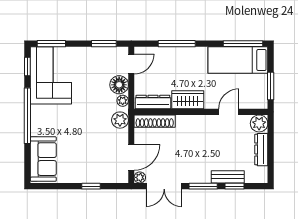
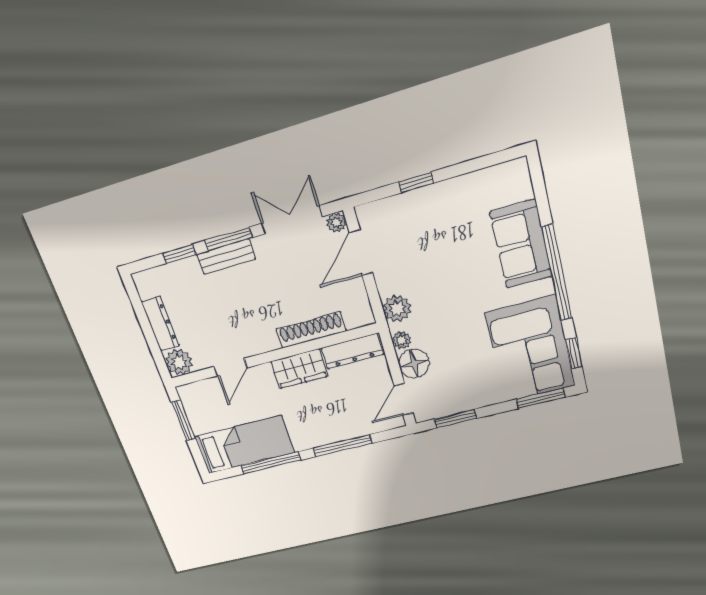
window: (243, 44) -> (271, 463), moved
shoe rack: (155, 121) -> (311, 330), moved
sofa: (43, 159) -> (521, 244), moved
bench: (228, 177) -> (226, 257), moved

